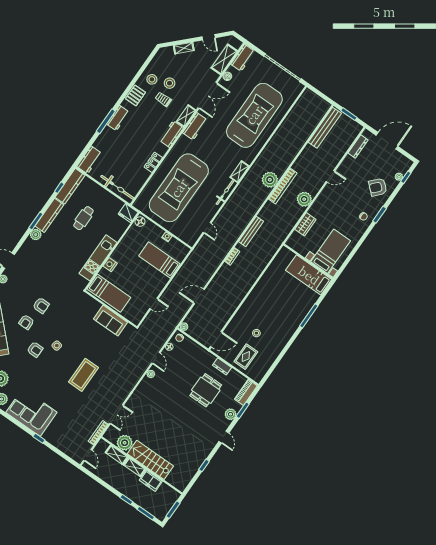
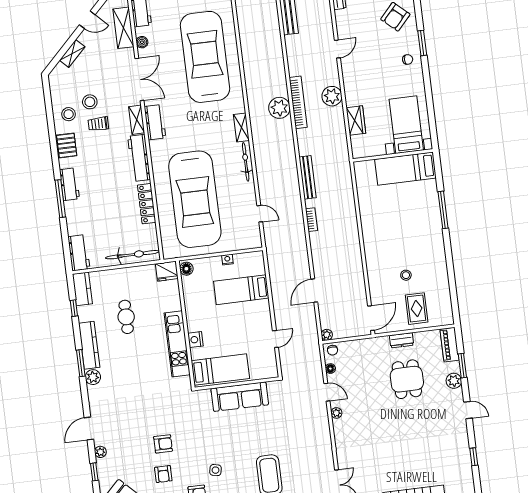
workbench: (171, 134) -> (139, 158), width x1.38
locker: (153, 162) -> (147, 204), width x1.53
kitchen counter: (70, 186) -> (82, 289), width x0.67
sofa: (111, 321) -> (240, 397), width x1.36

